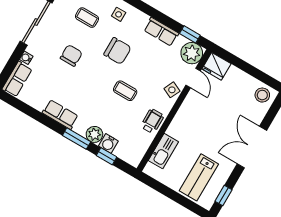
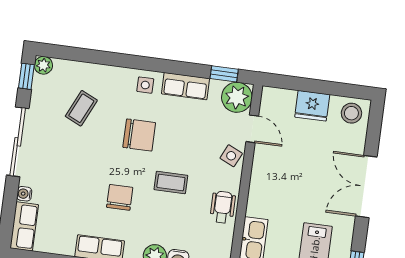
side table: (119, 14) -> (145, 85), moved
coffee table: (87, 18) -> (81, 108), turned -65
chair: (71, 56) -> (120, 197), moved
fridge: (216, 66) -> (312, 106), moved

